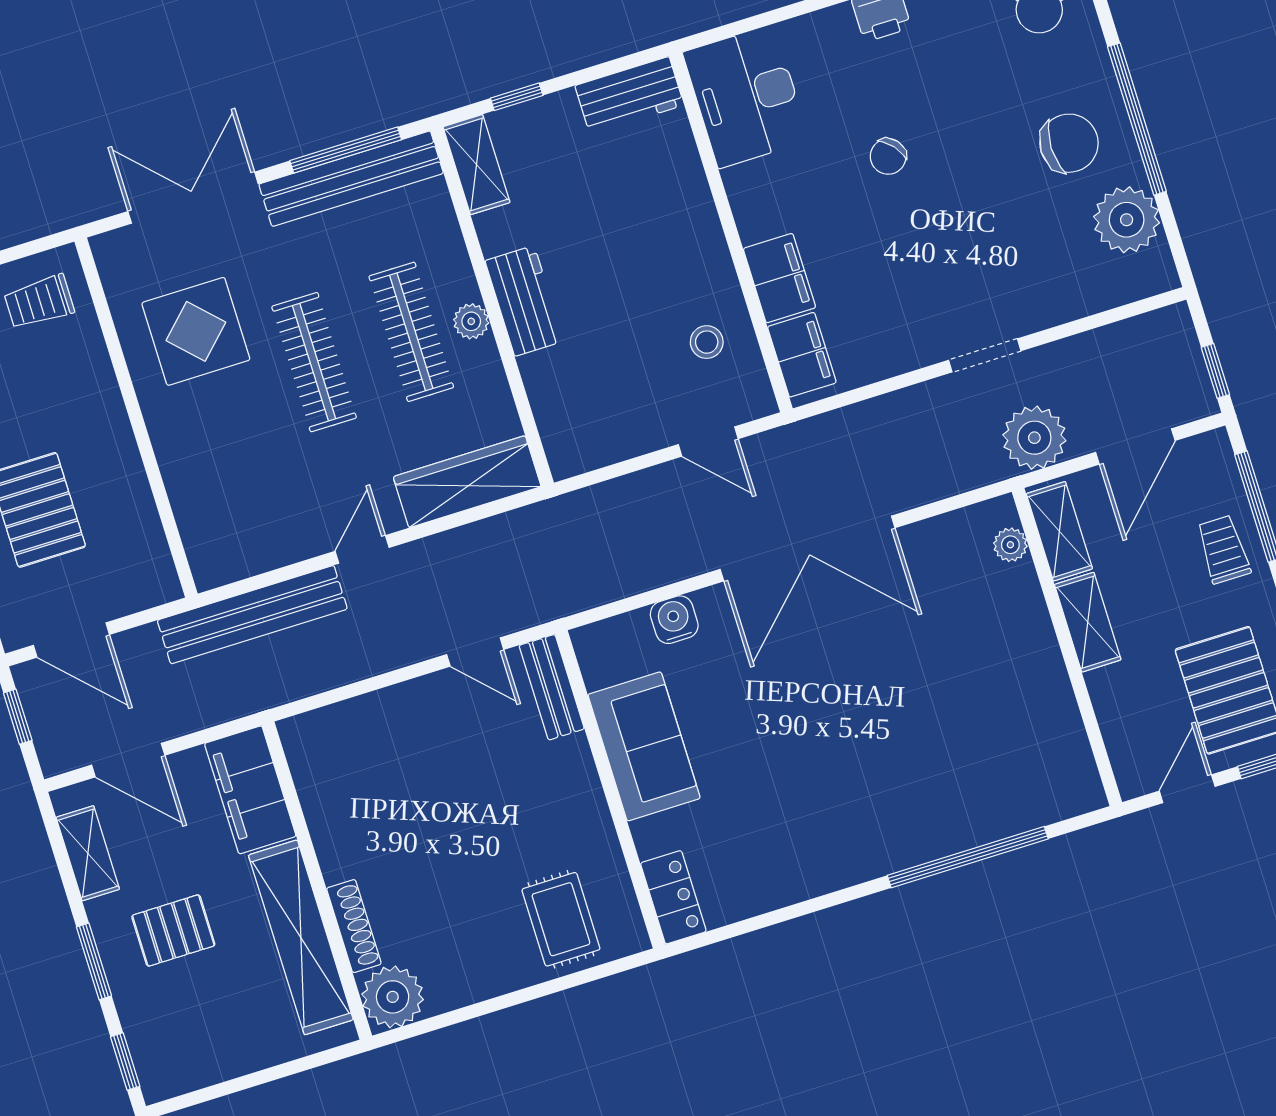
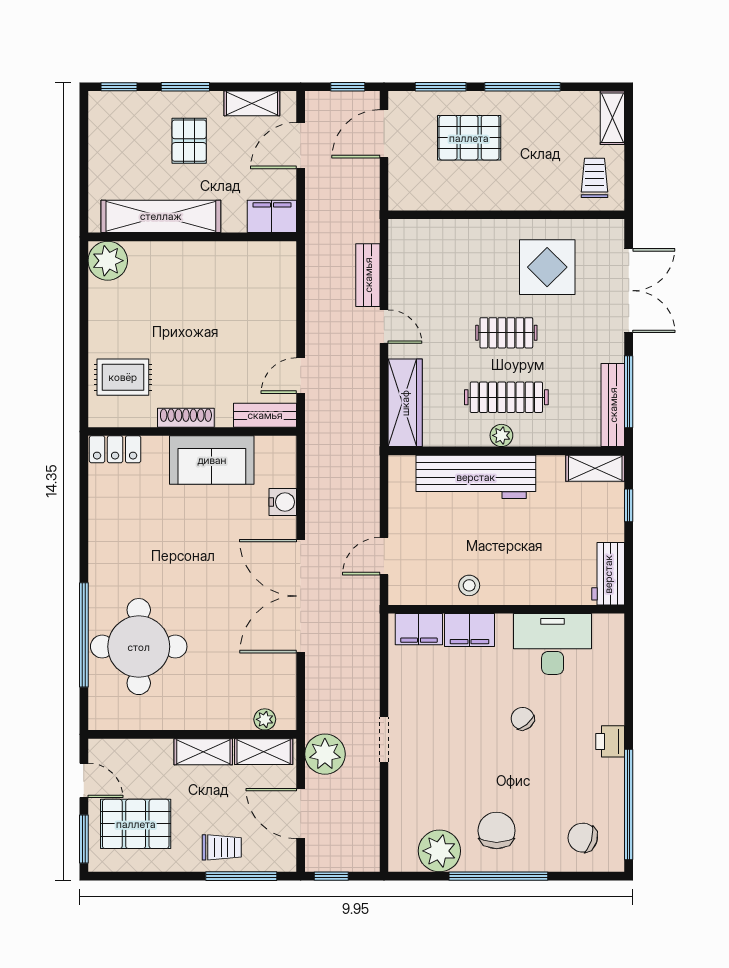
desk: (746, 96) -> (553, 644), moved
chair: (1069, 143) -> (497, 831), turned 180
bench: (351, 179) -> (613, 405), width x0.73, depth x0.82
workbench: (524, 301) -> (476, 477), width x1.88, depth x1.32
stool: (707, 342) -> (469, 585), moved
clothes rail: (314, 362) -> (506, 333), width x0.73
bench: (252, 615) -> (368, 275), width x0.54, depth x0.82
round table: (960, 769) -> (139, 647), added
filing cabinet: (250, 790) -> (272, 216), width x0.67, depth x0.86
shoe rack: (354, 926) -> (186, 418), moved, turned 180

